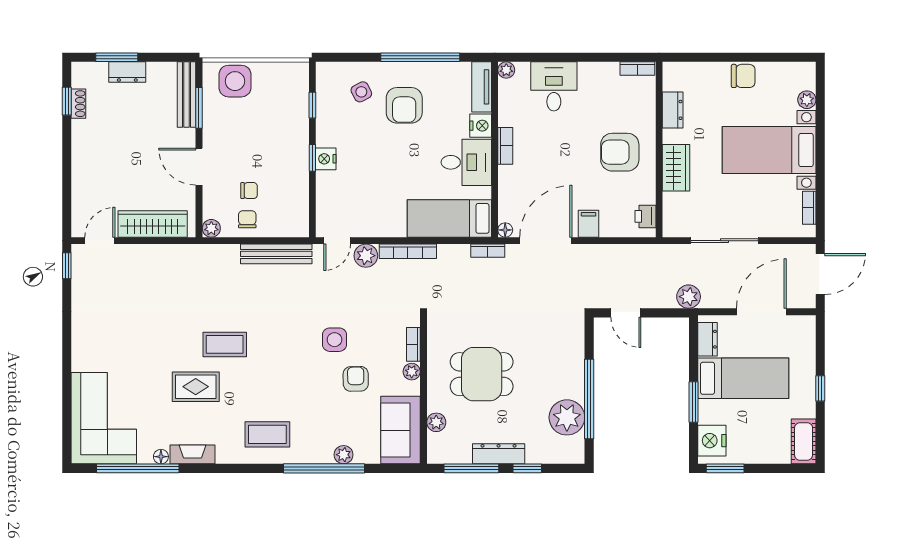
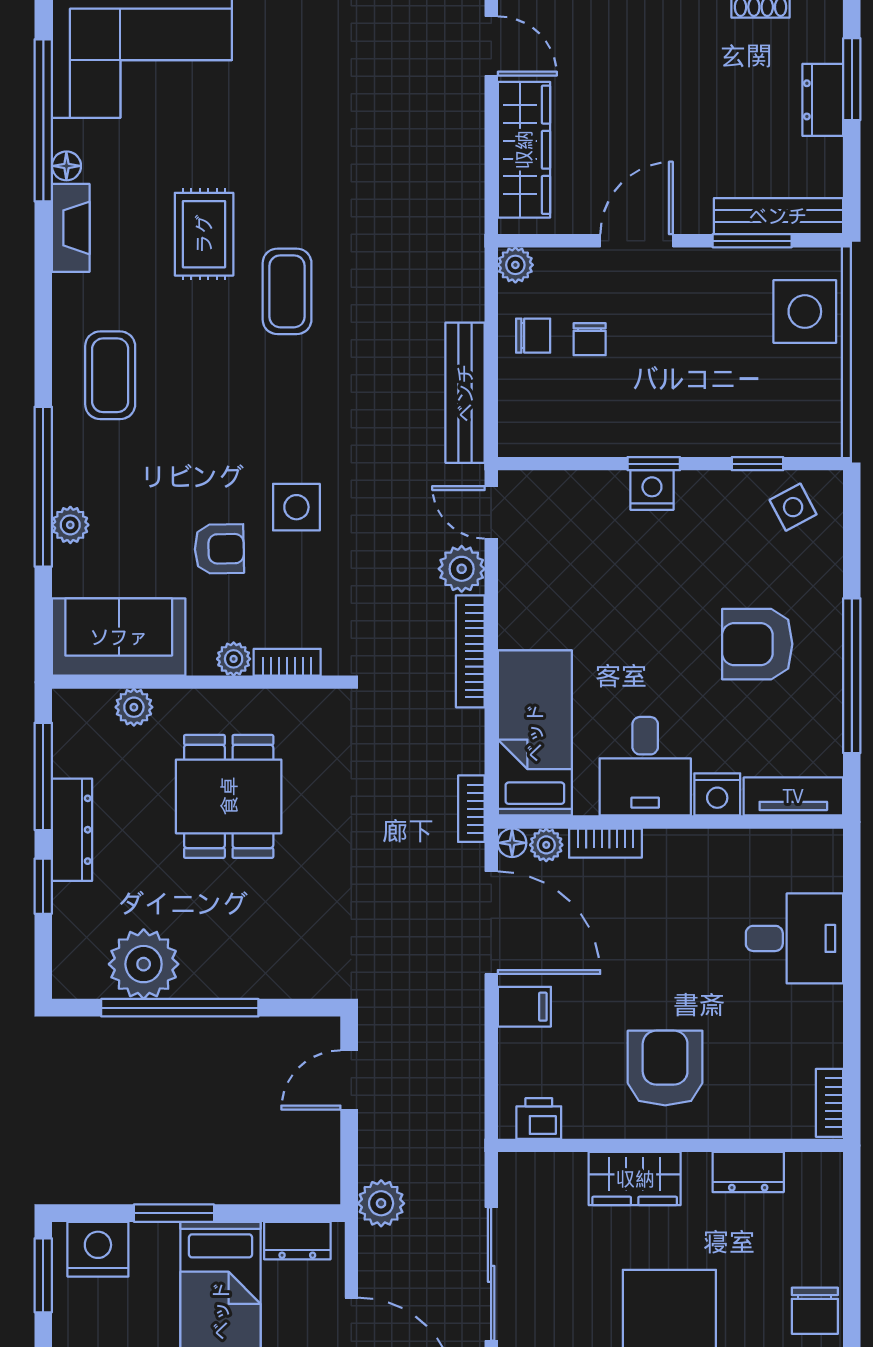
plant: (506, 70) -> (546, 845), moved
side table: (361, 92) -> (793, 507), moved
bookcase: (505, 146) -> (605, 843), moved

